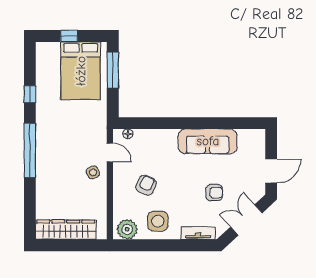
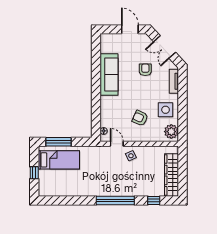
bed: (81, 71) -> (59, 160), width x0.67
window: (30, 94) -> (154, 200), moved
door: (110, 152) -> (117, 144), hinge flipped

